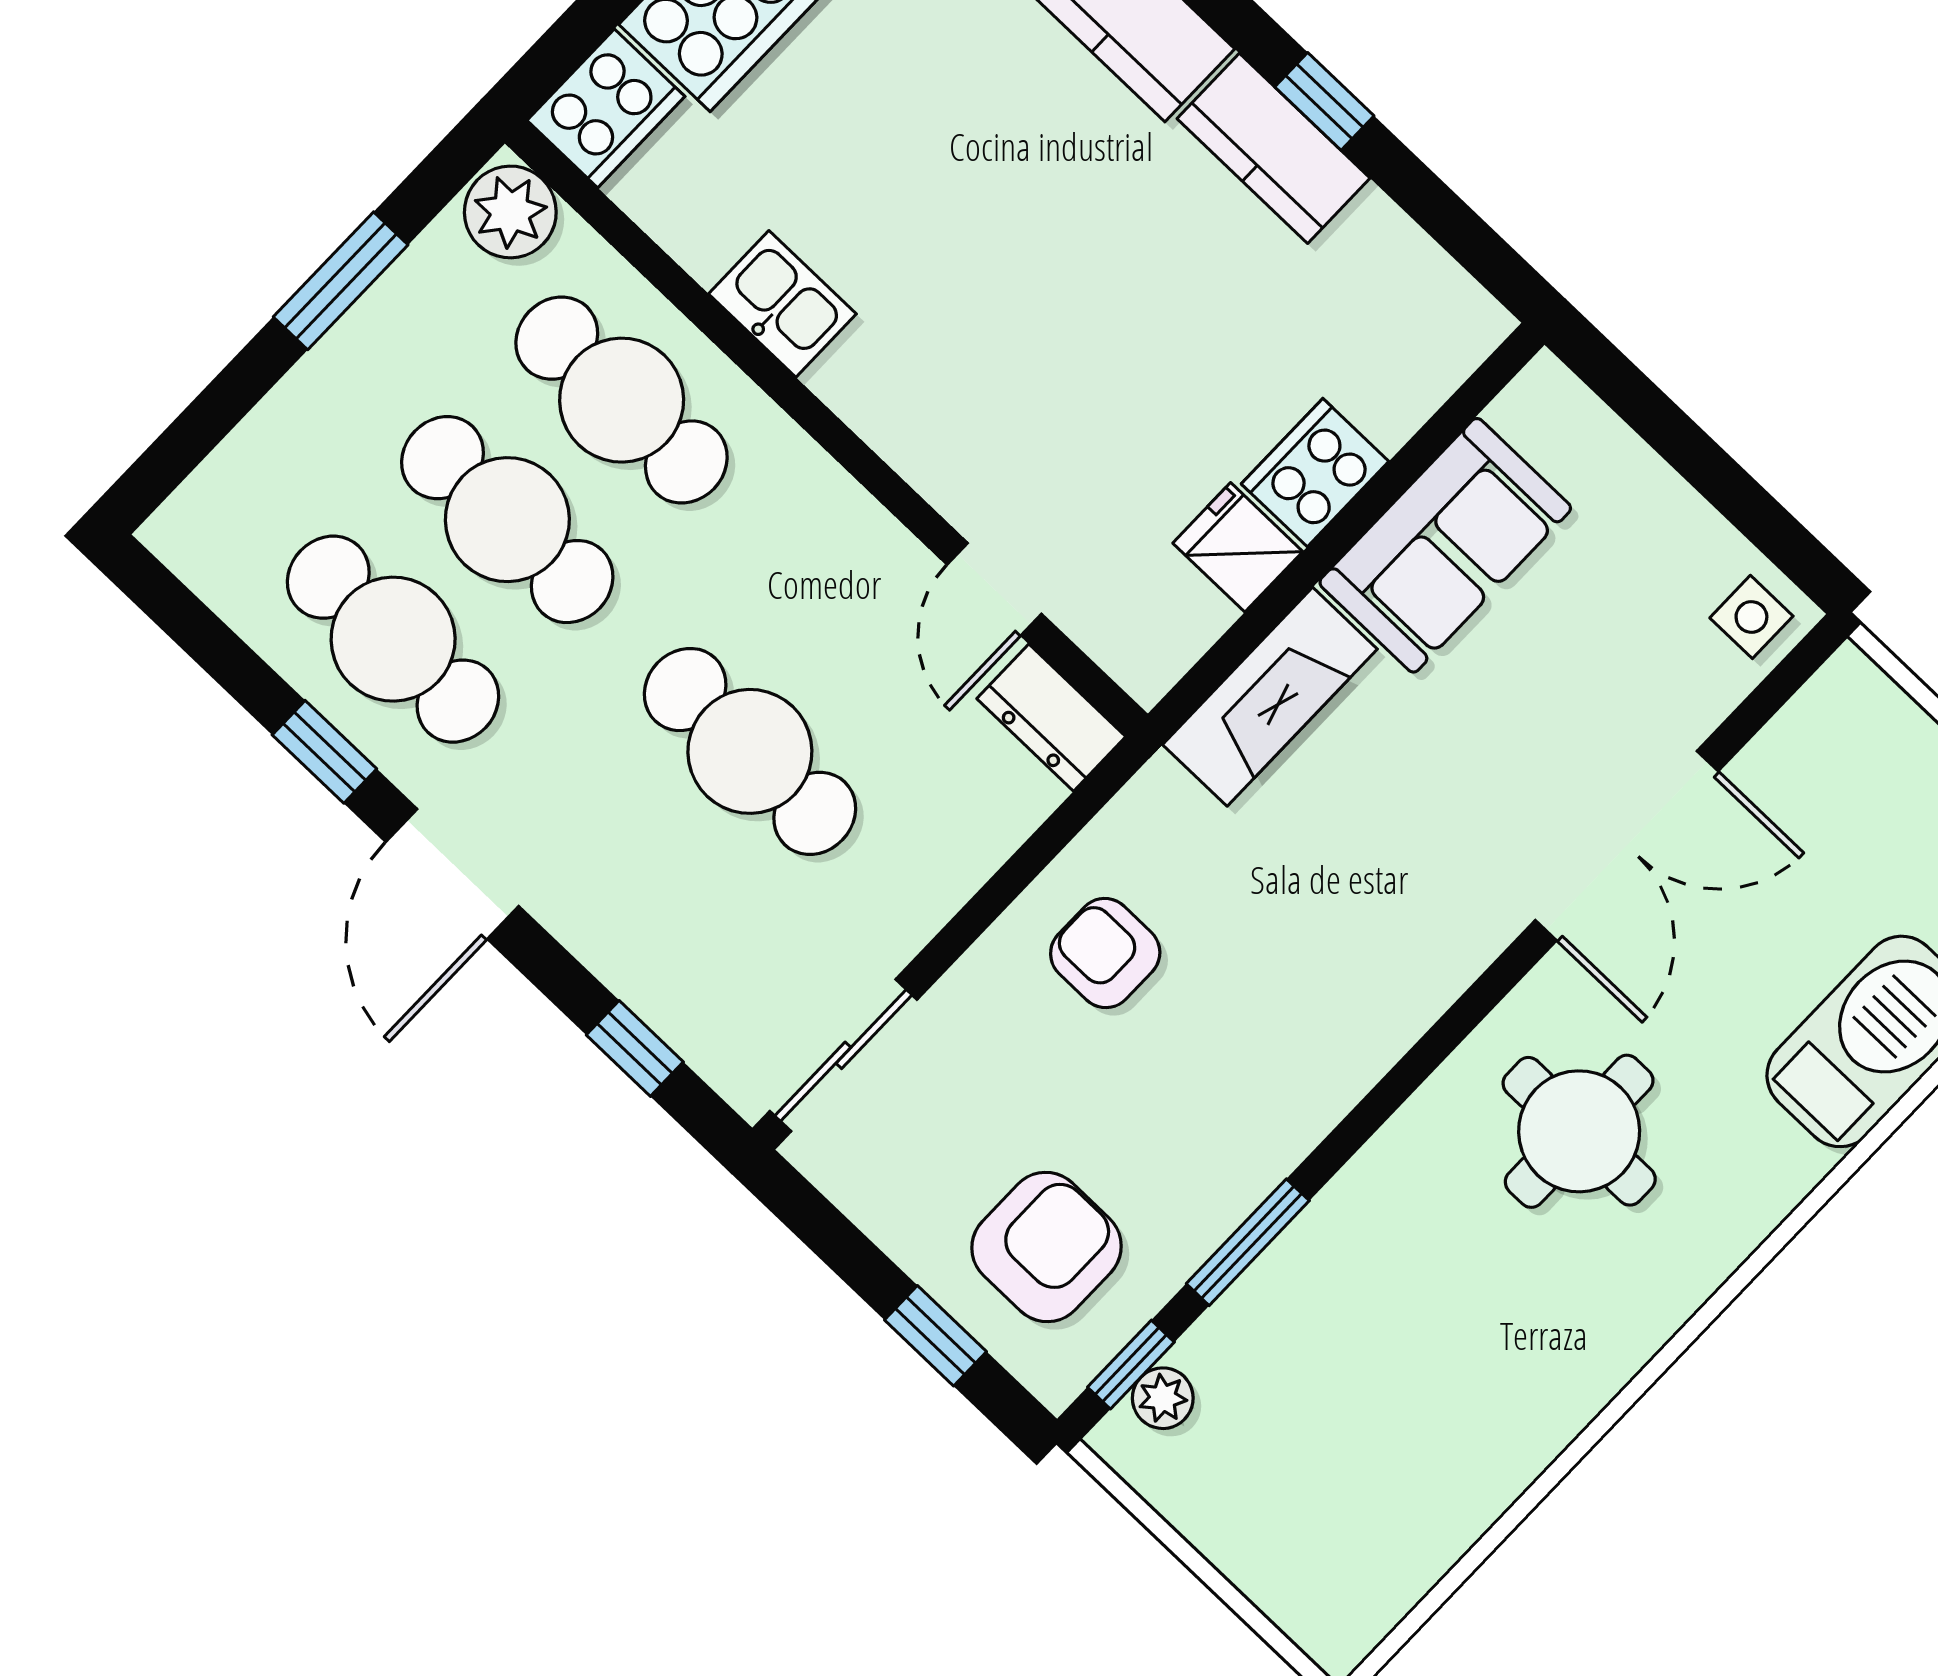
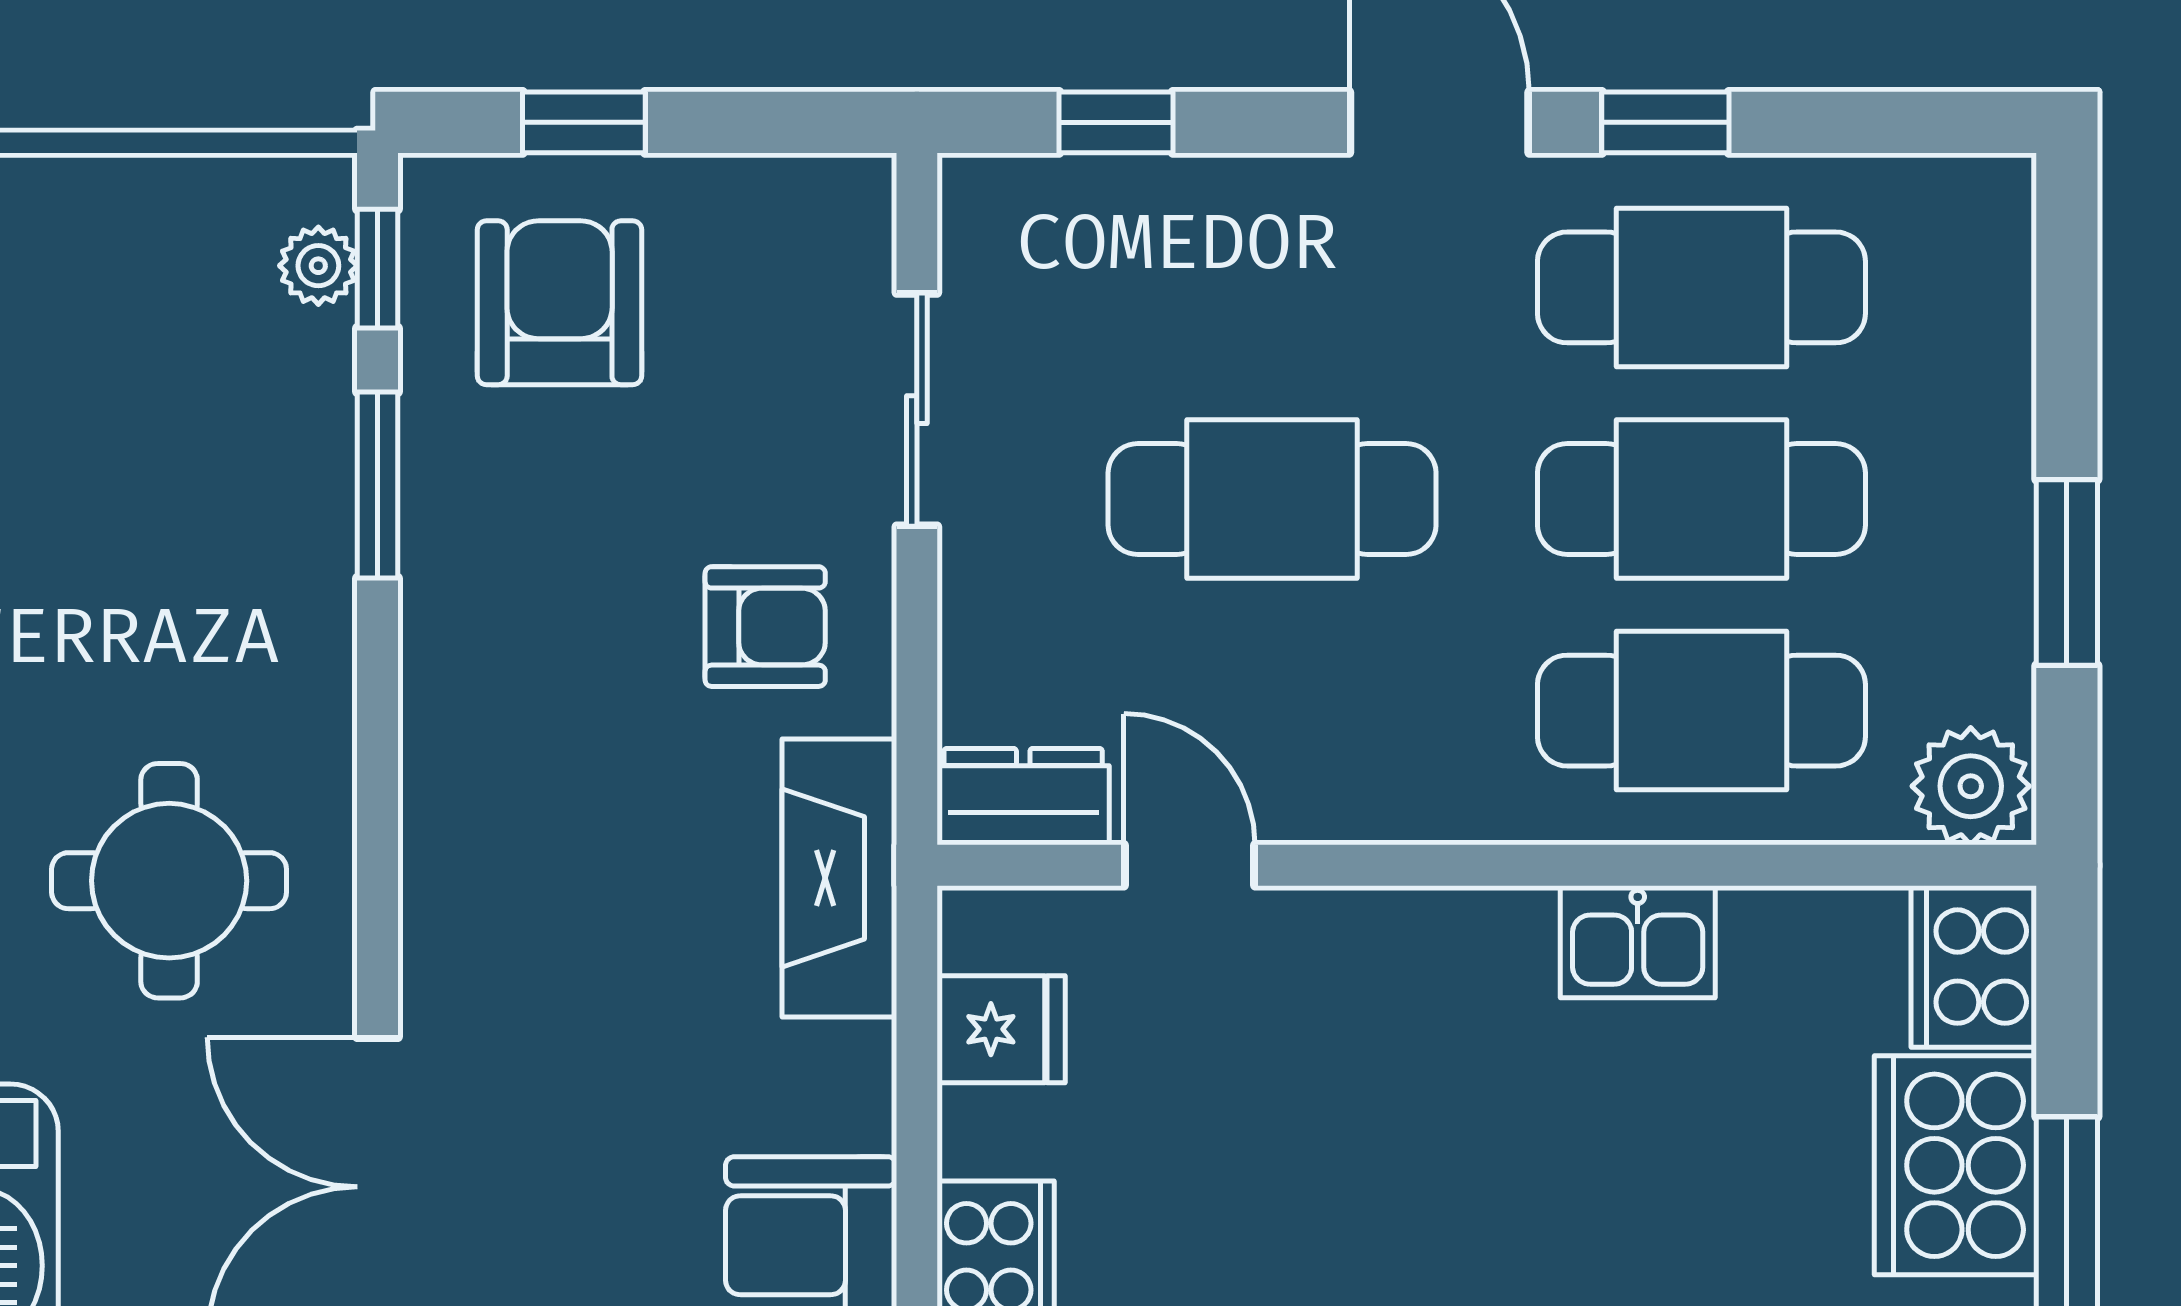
fridge: (1238, 547) -> (1001, 1029), moved
fireplace: (1270, 697) -> (839, 878), moved
sliding door: (843, 1055) -> (917, 410), moved
armchair: (1047, 1247) -> (560, 303), turned 180

